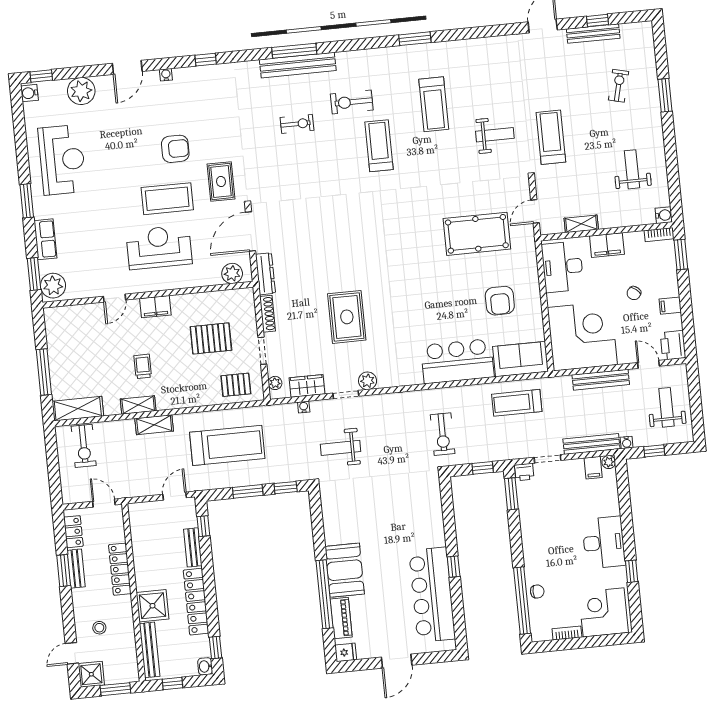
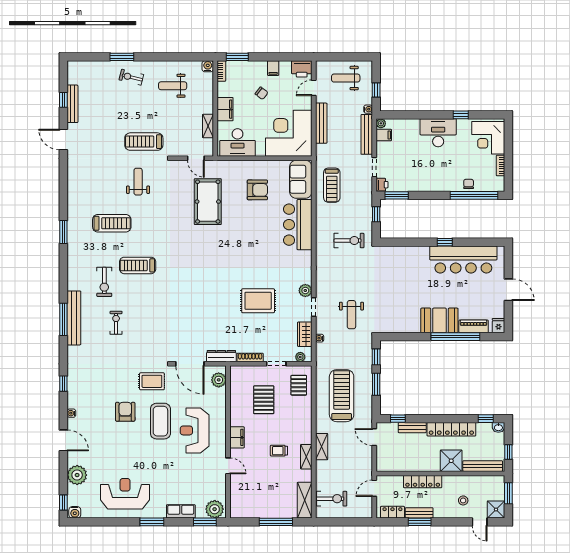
exercise bike: (618, 86) -> (131, 77), moved

